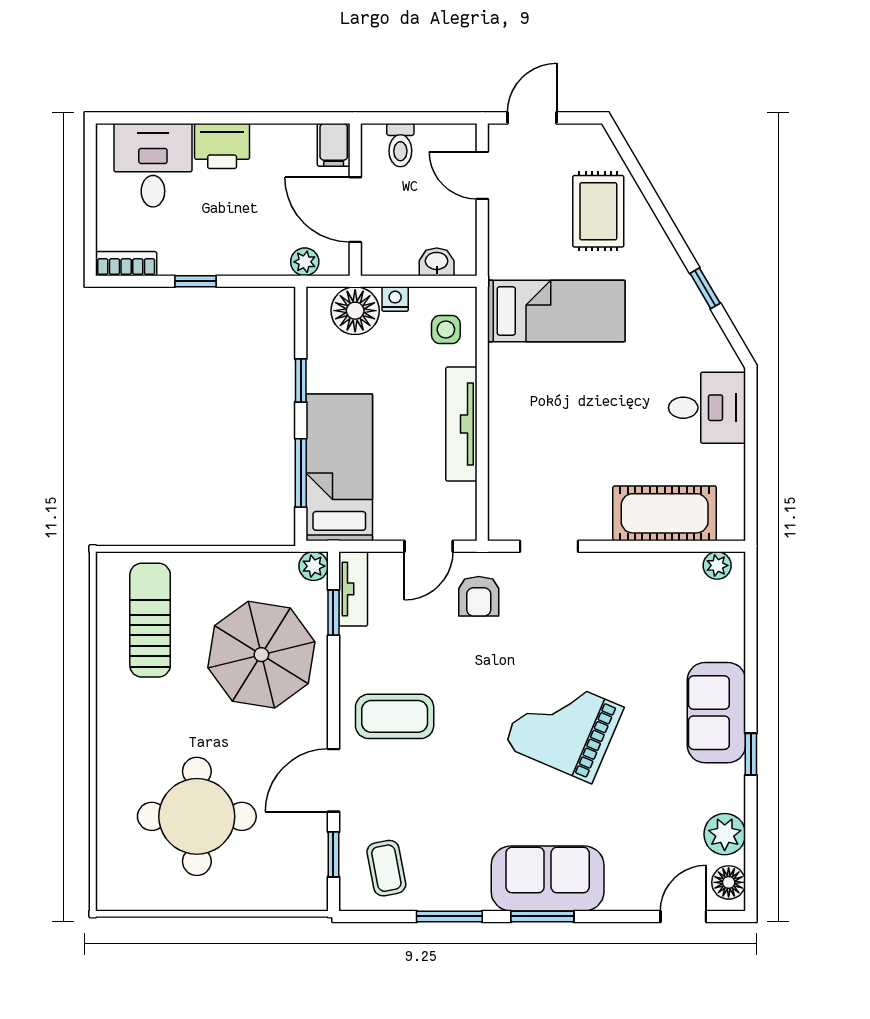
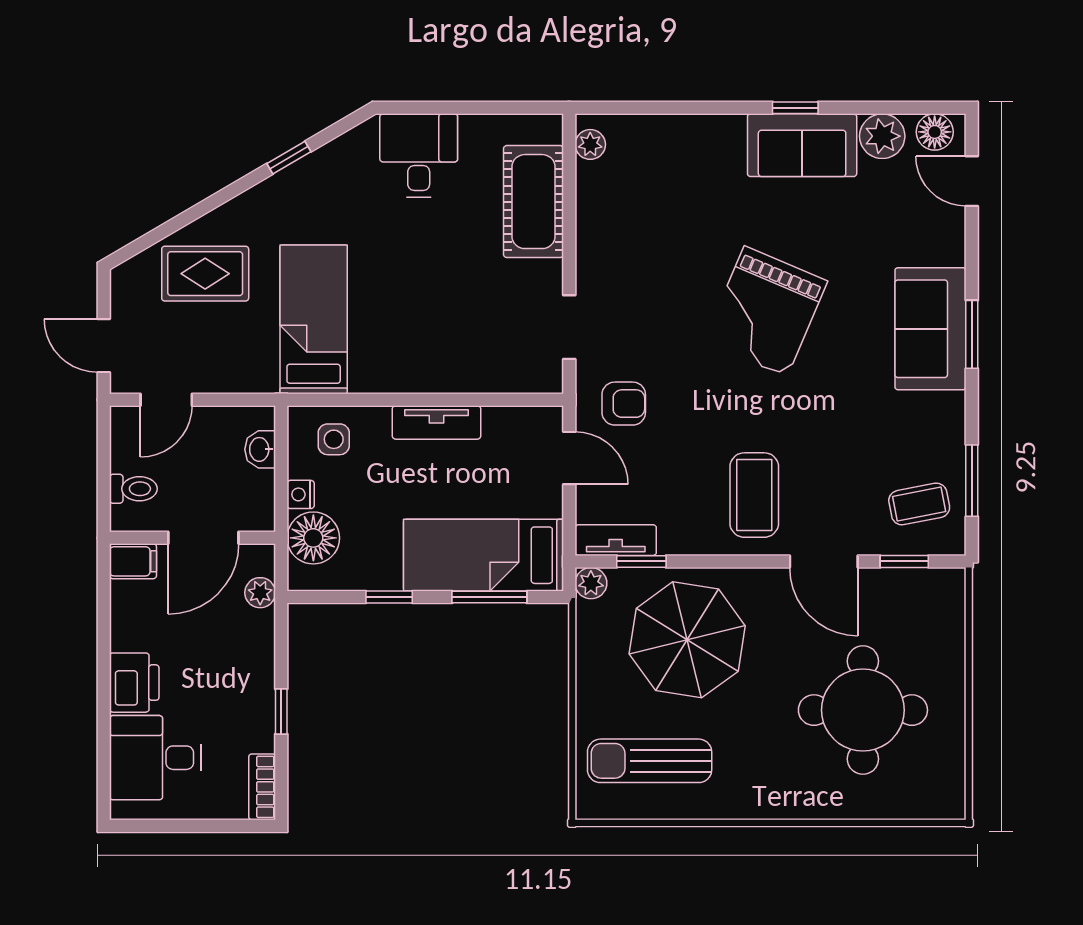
tv unit: (461, 424) -> (437, 422), width x0.71
sofa: (716, 713) -> (802, 145), moved
window: (449, 916) -> (972, 481), moved

